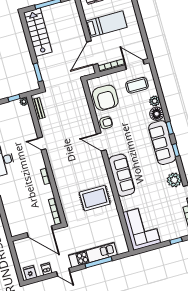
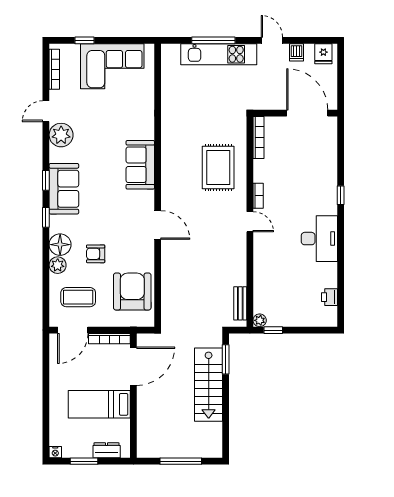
stairs: (38, 32) -> (209, 385), moved
door: (135, 65) -> (73, 330), hinge flipped
armchair: (106, 123) -> (96, 254), moved
sofa: (162, 143) -> (64, 189), width x0.73
door: (42, 144) -> (250, 222), moved
sofa: (122, 175) -> (140, 165), width x0.73
rug: (95, 198) -> (218, 167), moved, turned 90
corner sofa: (142, 228) -> (112, 66), moved, turned -90
door: (40, 231) -> (307, 113), moved

